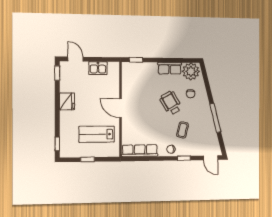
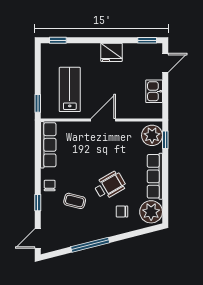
row of seats: (170, 68) -> (155, 176), width x1.48
plant: (132, 70) -> (152, 135), added
window: (87, 159) -> (38, 103), moved

